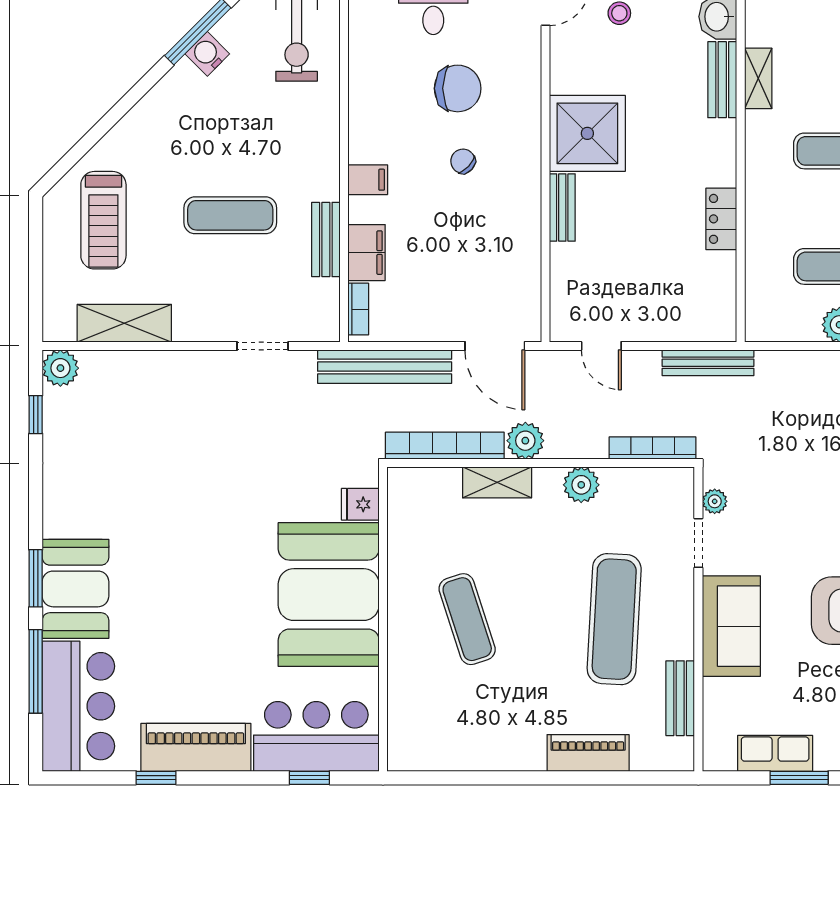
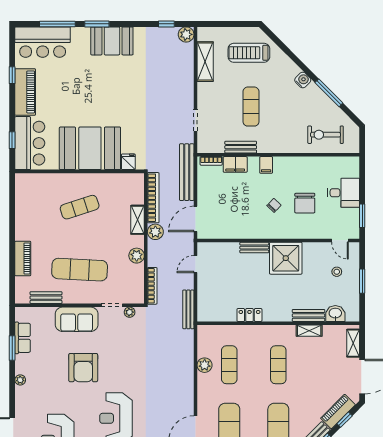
water cooler: (207, 54) -> (303, 80), moved
booth: (75, 589) -> (112, 41), moved

